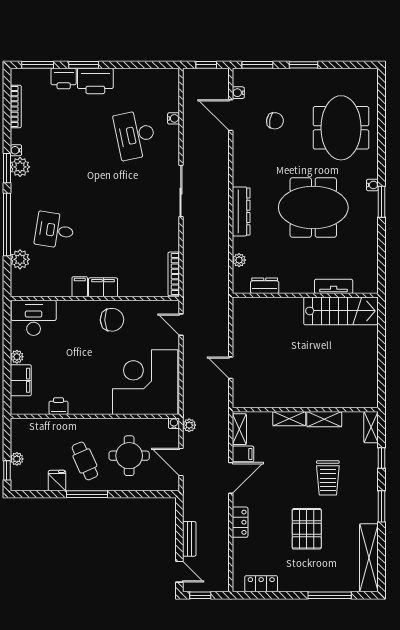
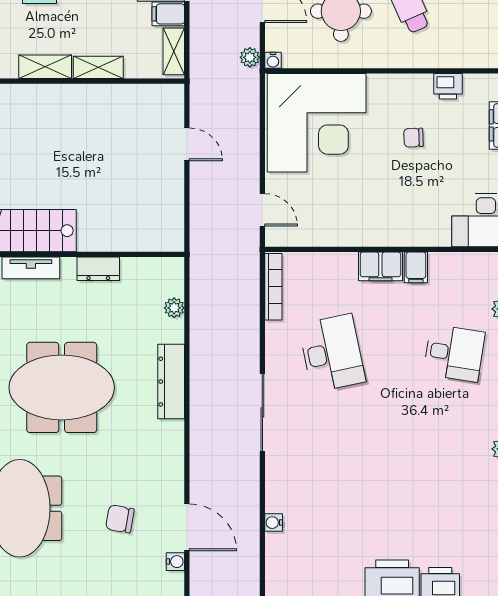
desk: (135, 135) -> (332, 353), moved
dresser: (265, 286) -> (98, 269), moved
chair: (112, 320) -> (413, 138), moved, width x0.54, depth x0.54

